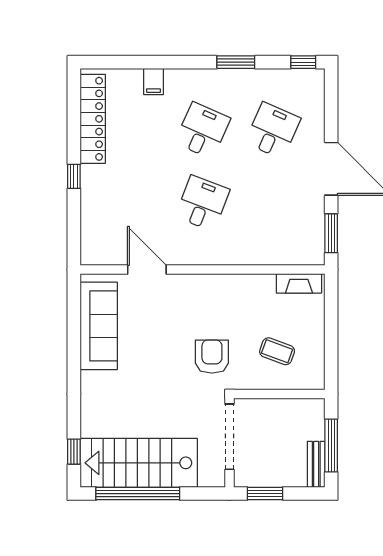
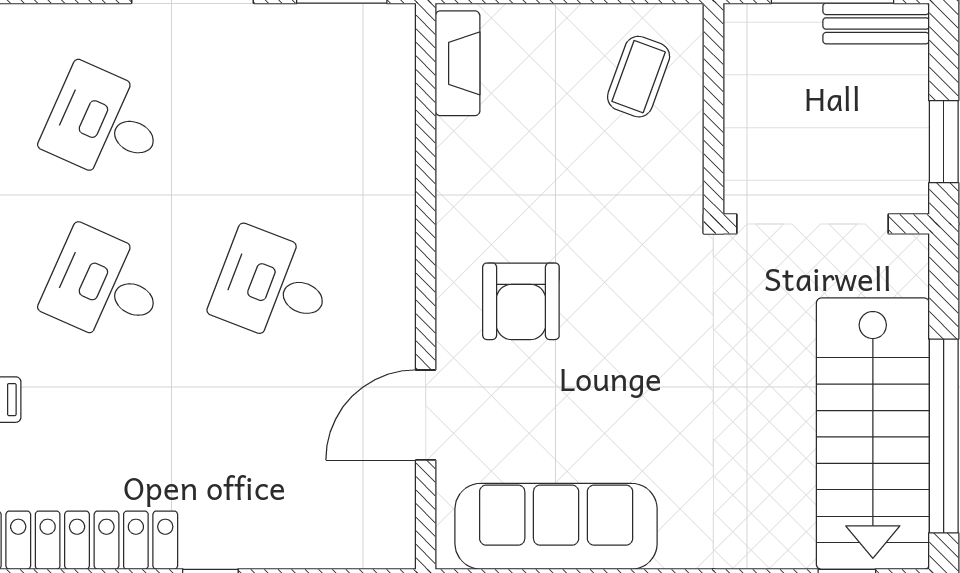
coffee table: (277, 351) -> (639, 77), moved
armchair: (212, 357) -> (521, 301), moved, turned -90

